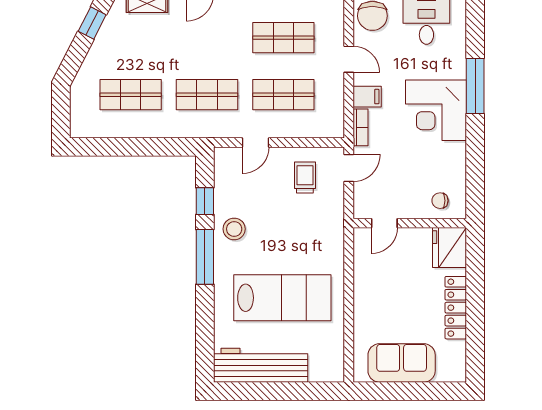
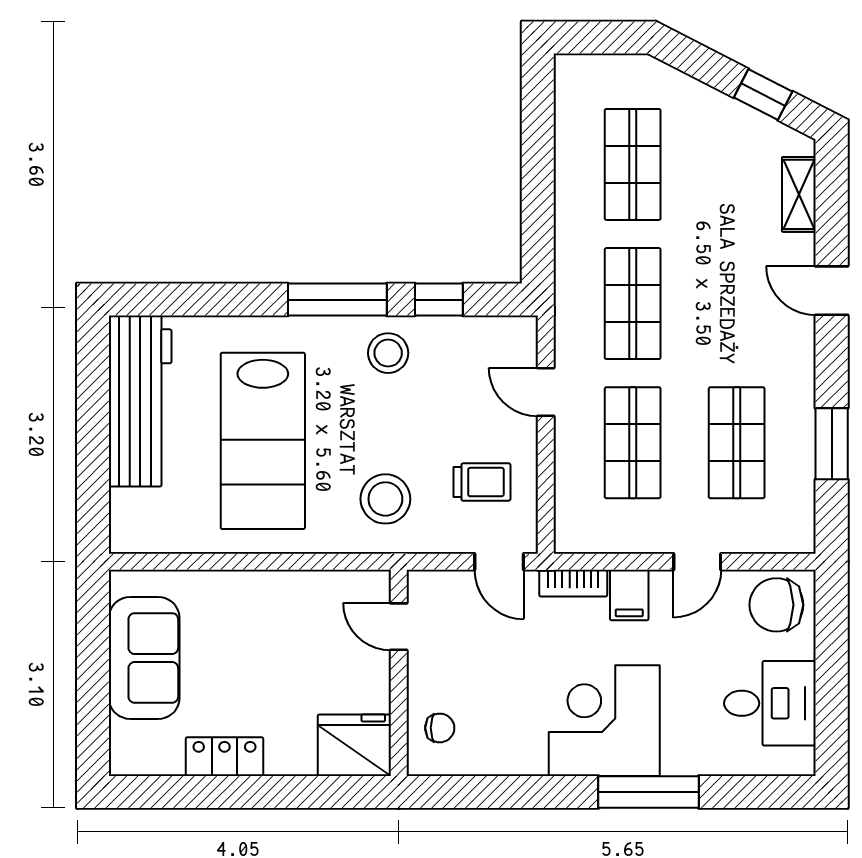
chair: (440, 201) -> (440, 728), turned 90
stool: (314, 230) -> (385, 499), added
locker: (456, 308) -> (224, 757), width x0.66

